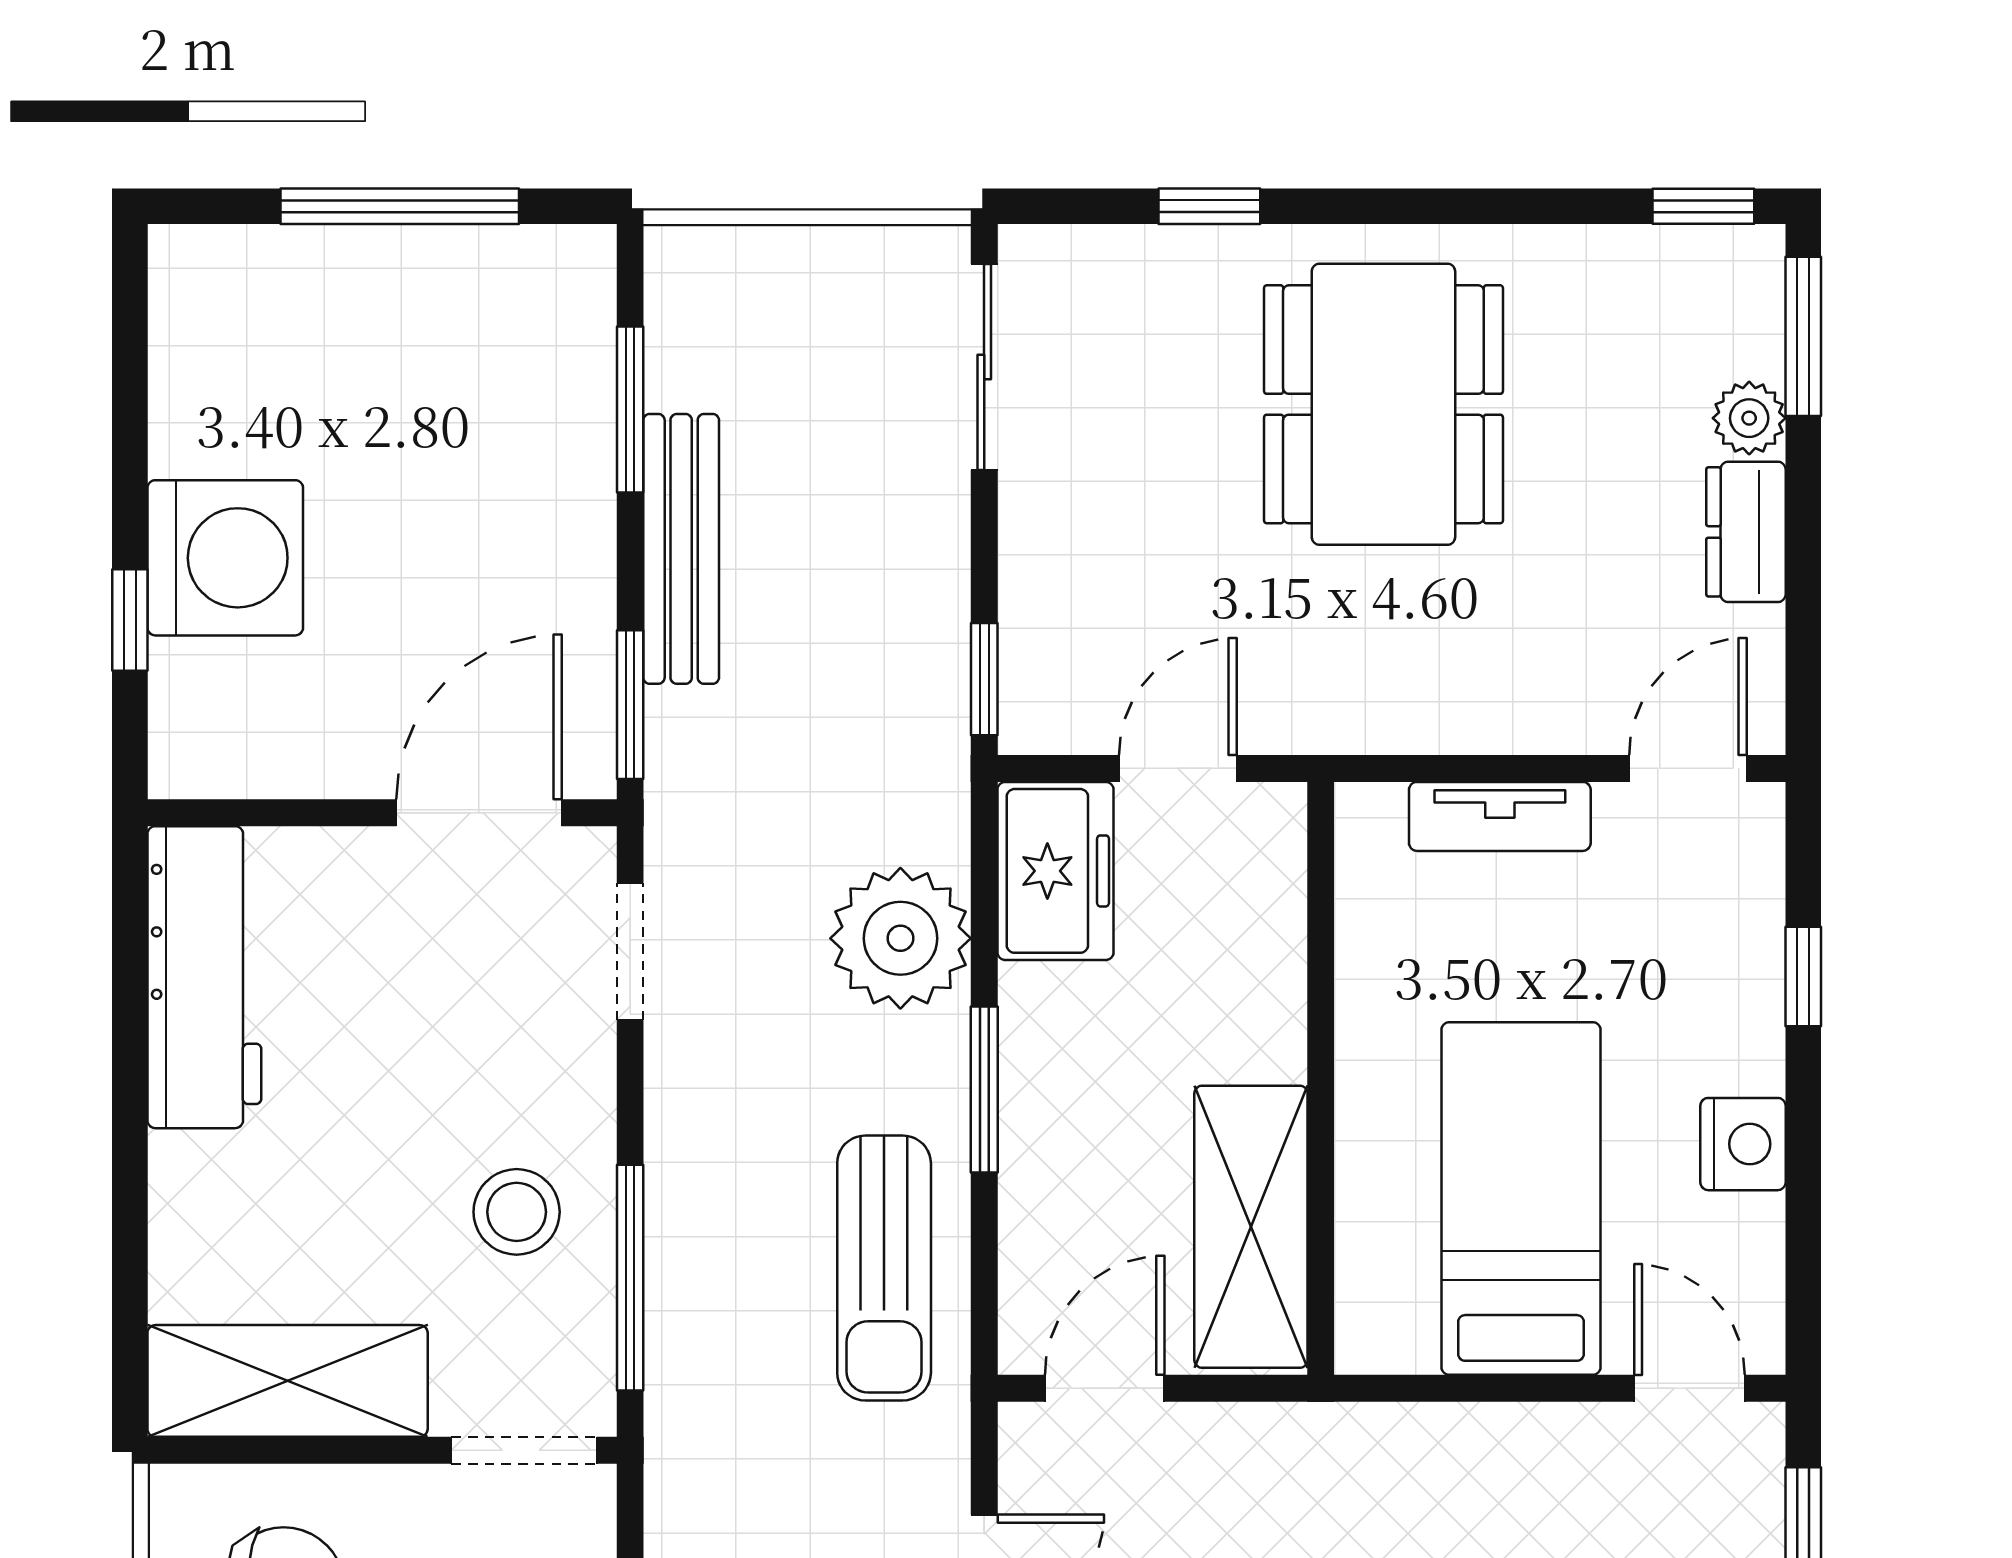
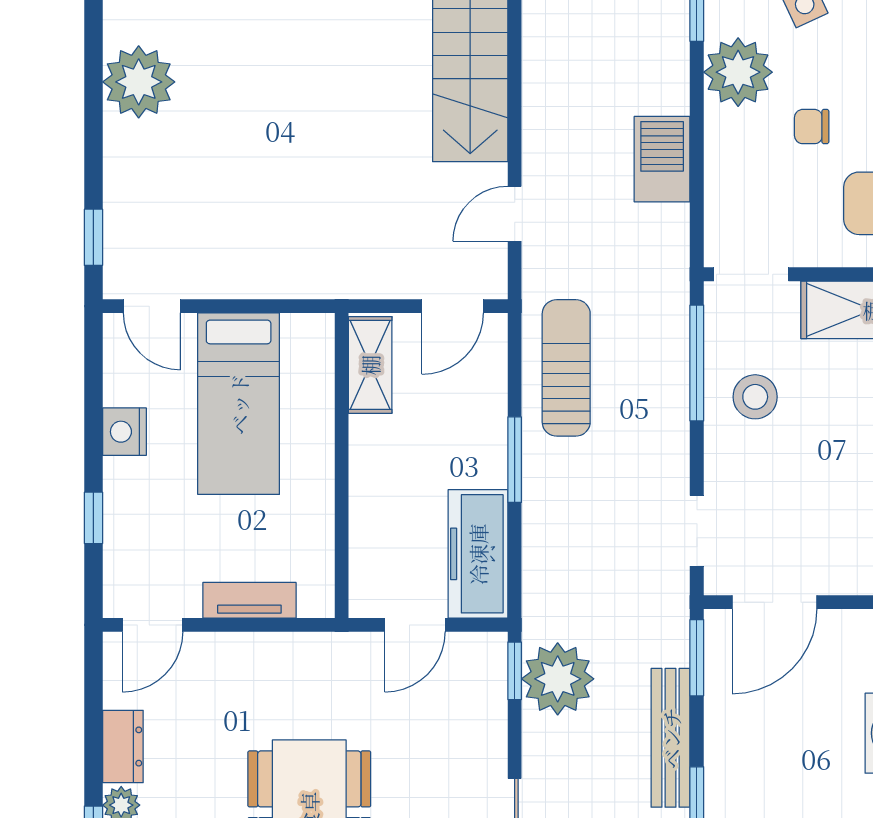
freezer: (1055, 871) -> (478, 554), width x1.40
plant: (900, 938) -> (558, 679), moved
shelving: (1251, 1227) -> (370, 365), width x0.67, depth x0.75

